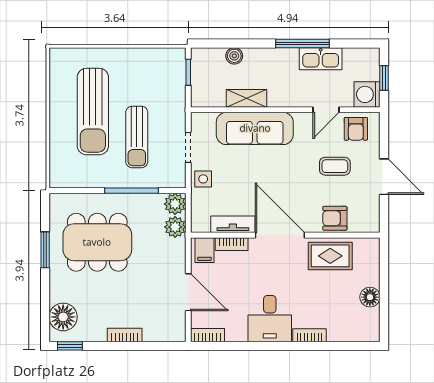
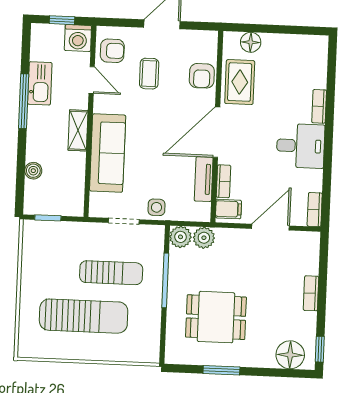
shelving: (246, 98) -> (78, 130), moved
dining table: (97, 242) -> (216, 317), width x0.73
floor lamp: (370, 297) -> (251, 42), moved

